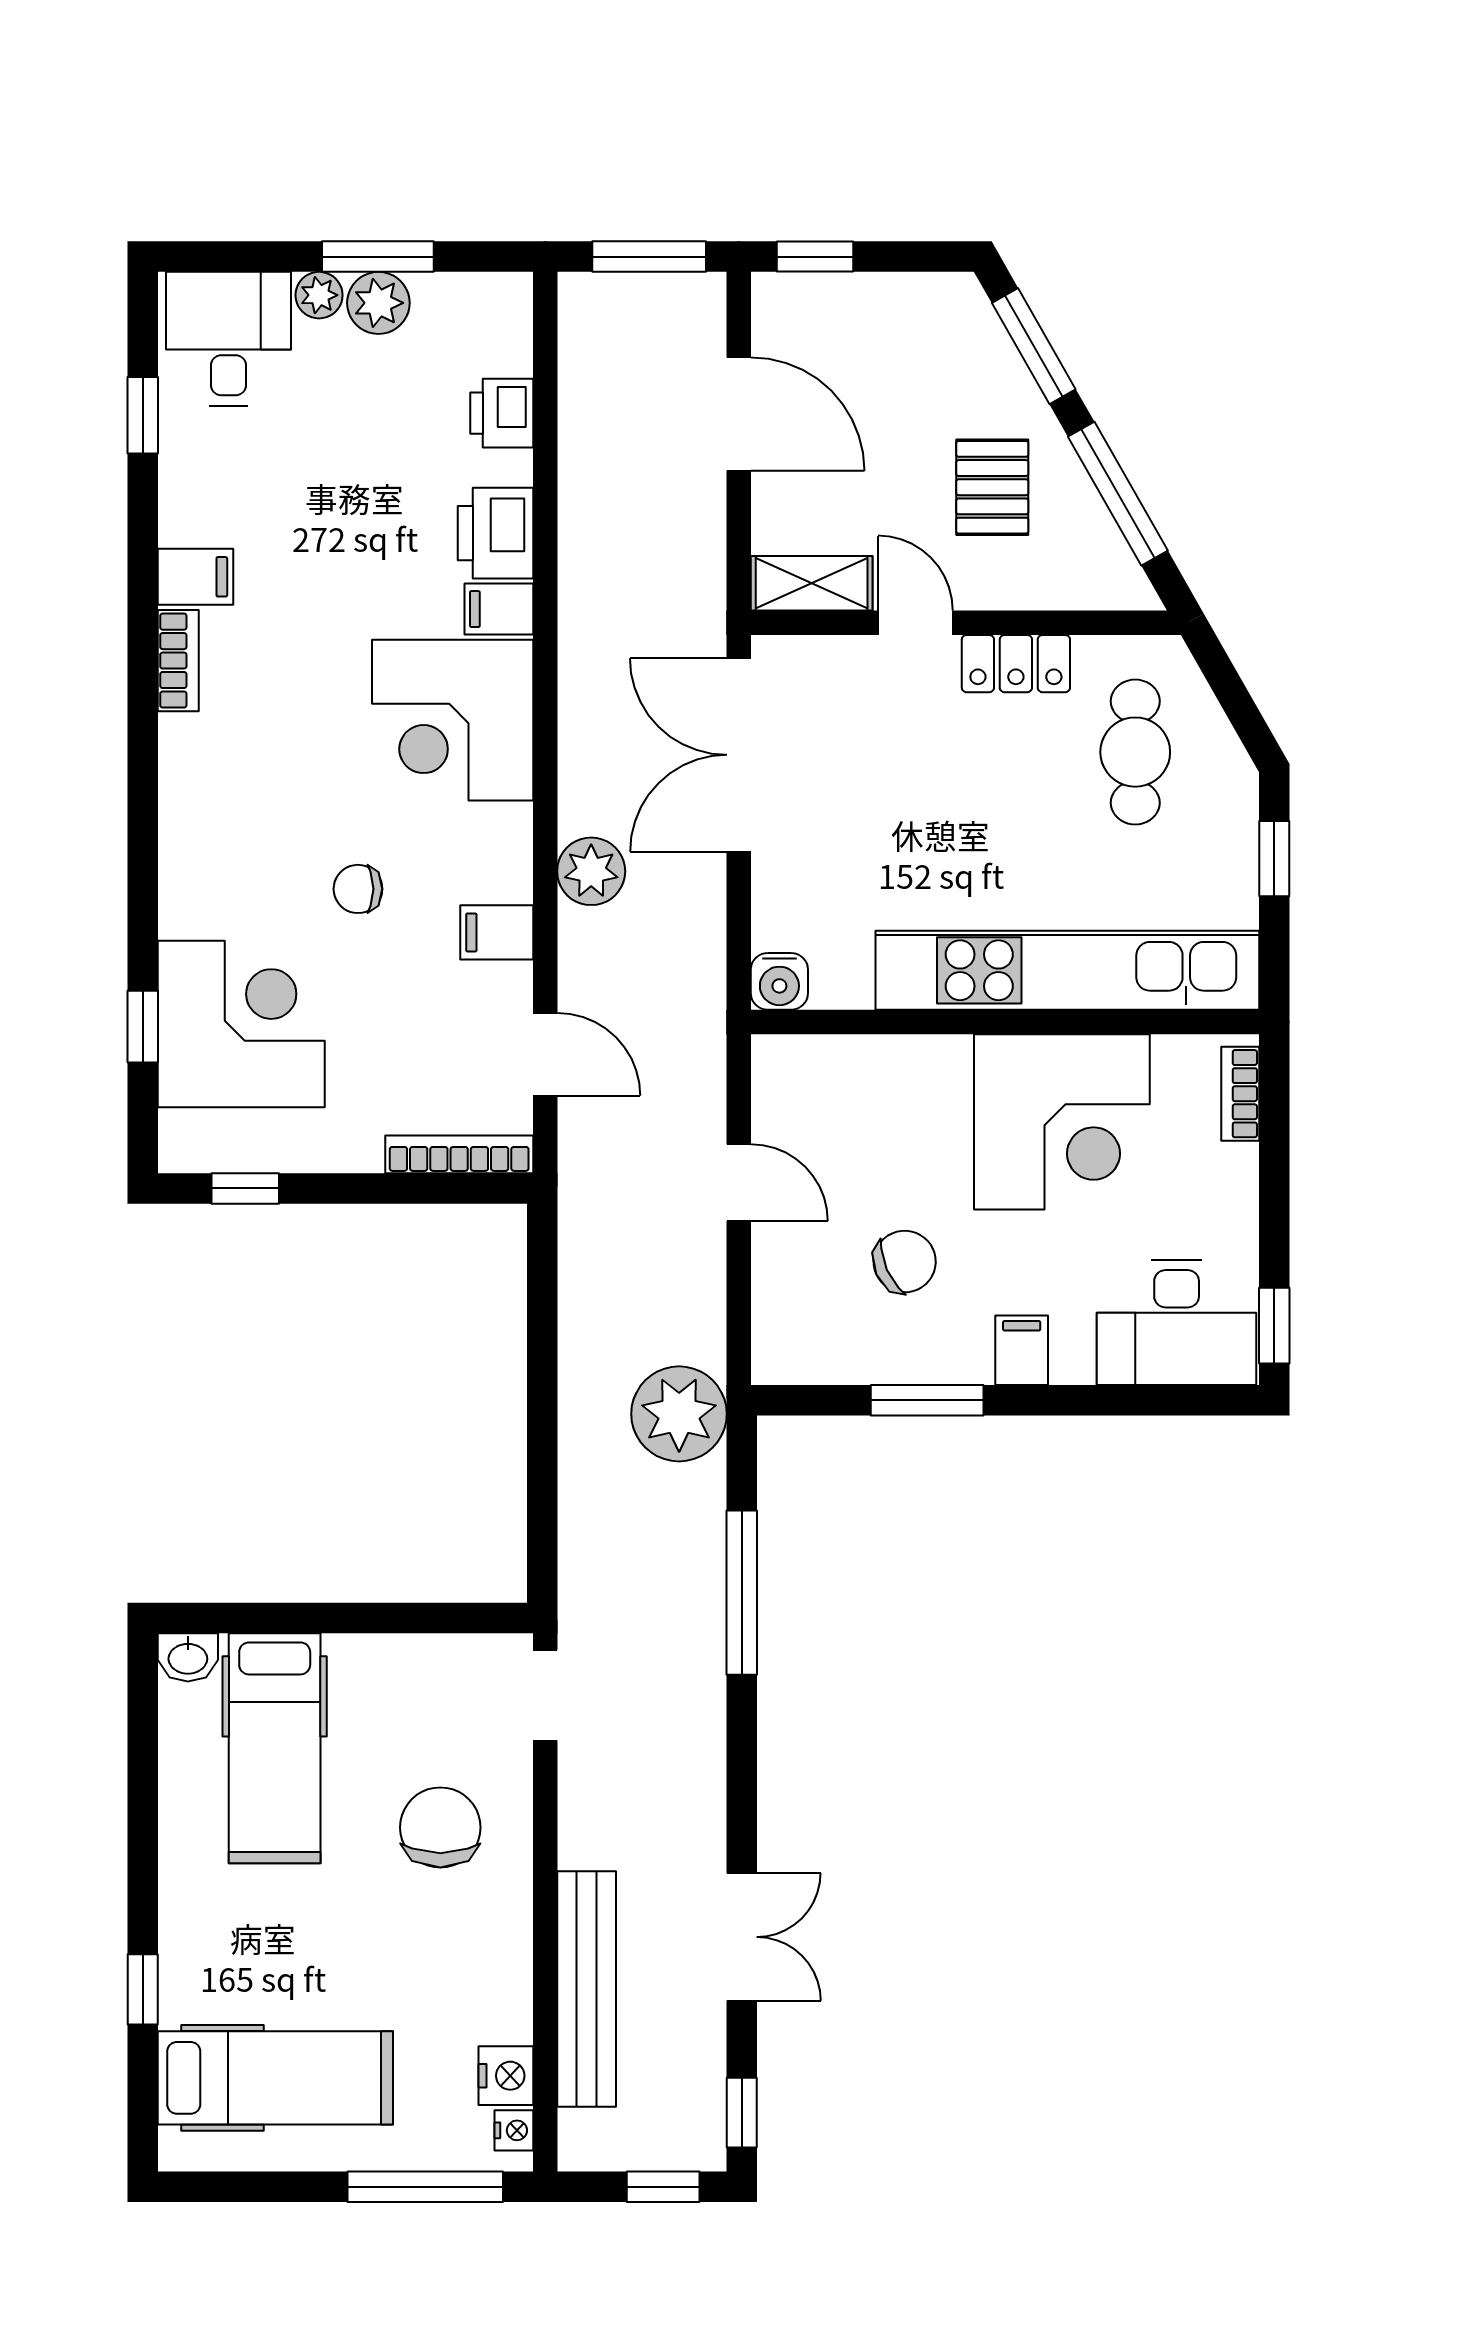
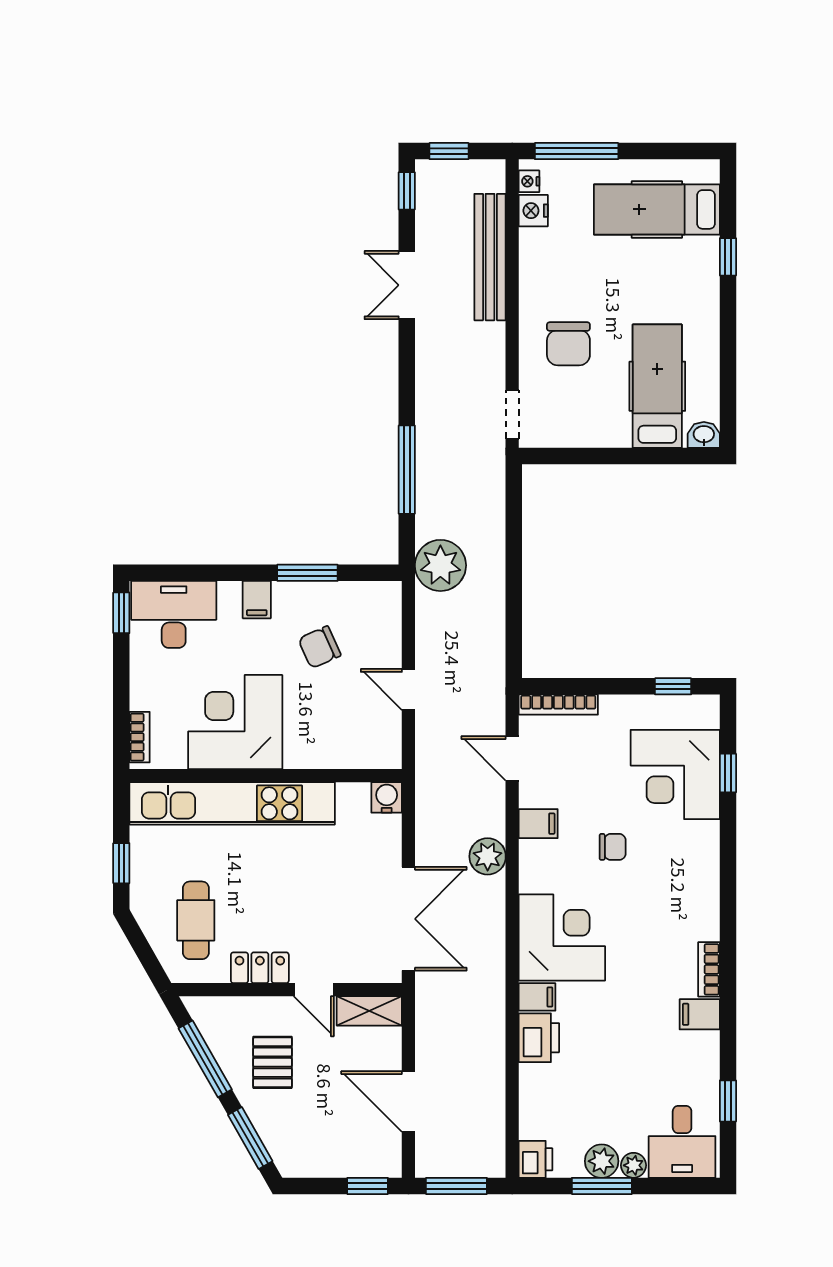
printer: (502, 413) -> (536, 1159), moved

